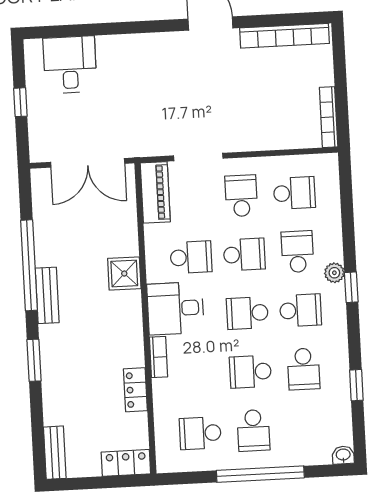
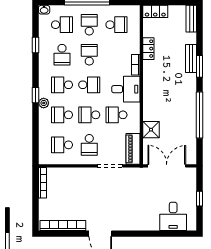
school desk: (297, 252) -> (62, 115), turned 90
shower: (124, 274) -> (151, 130), moved
bench: (47, 295) -> (191, 58), moved
school desk: (304, 369) -> (62, 55), turned 180
school desk: (250, 372) -> (89, 55), turned -90
school desk: (307, 428) -> (62, 25), added

